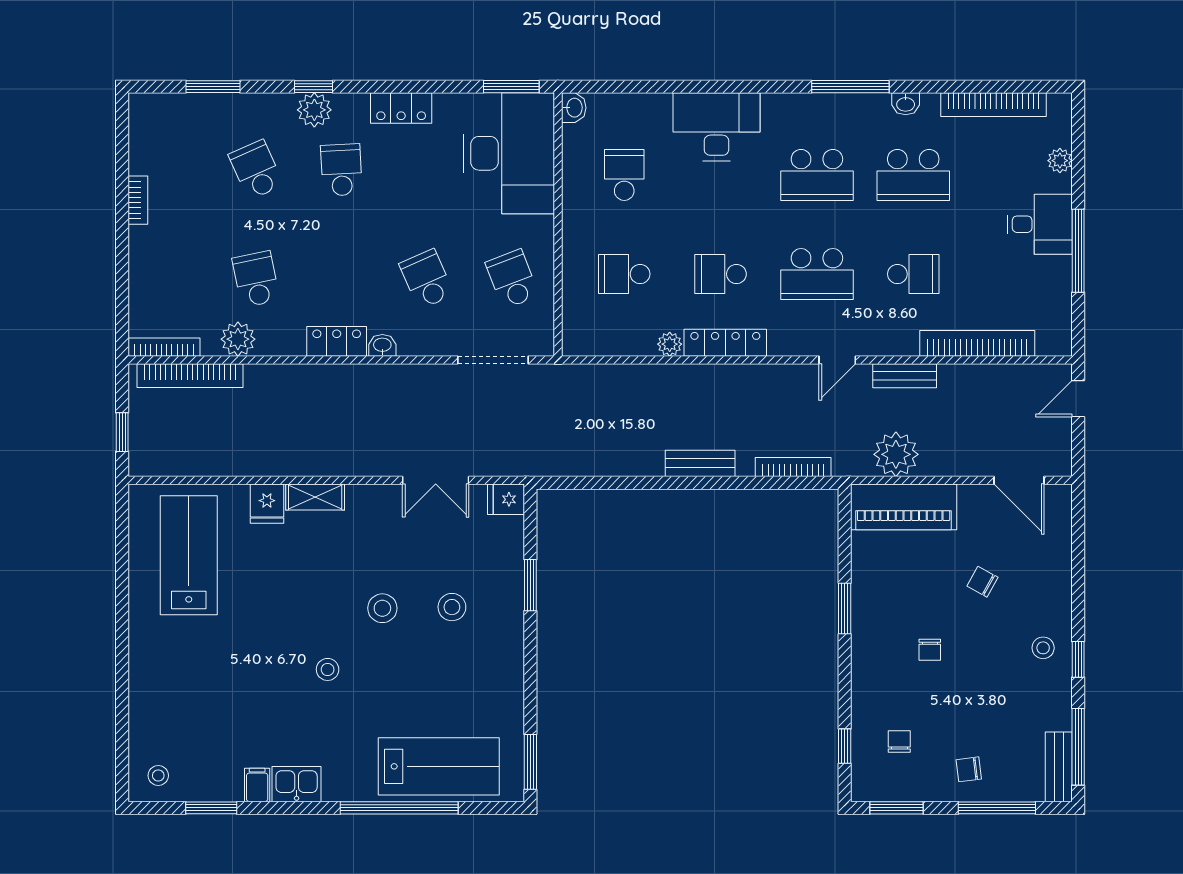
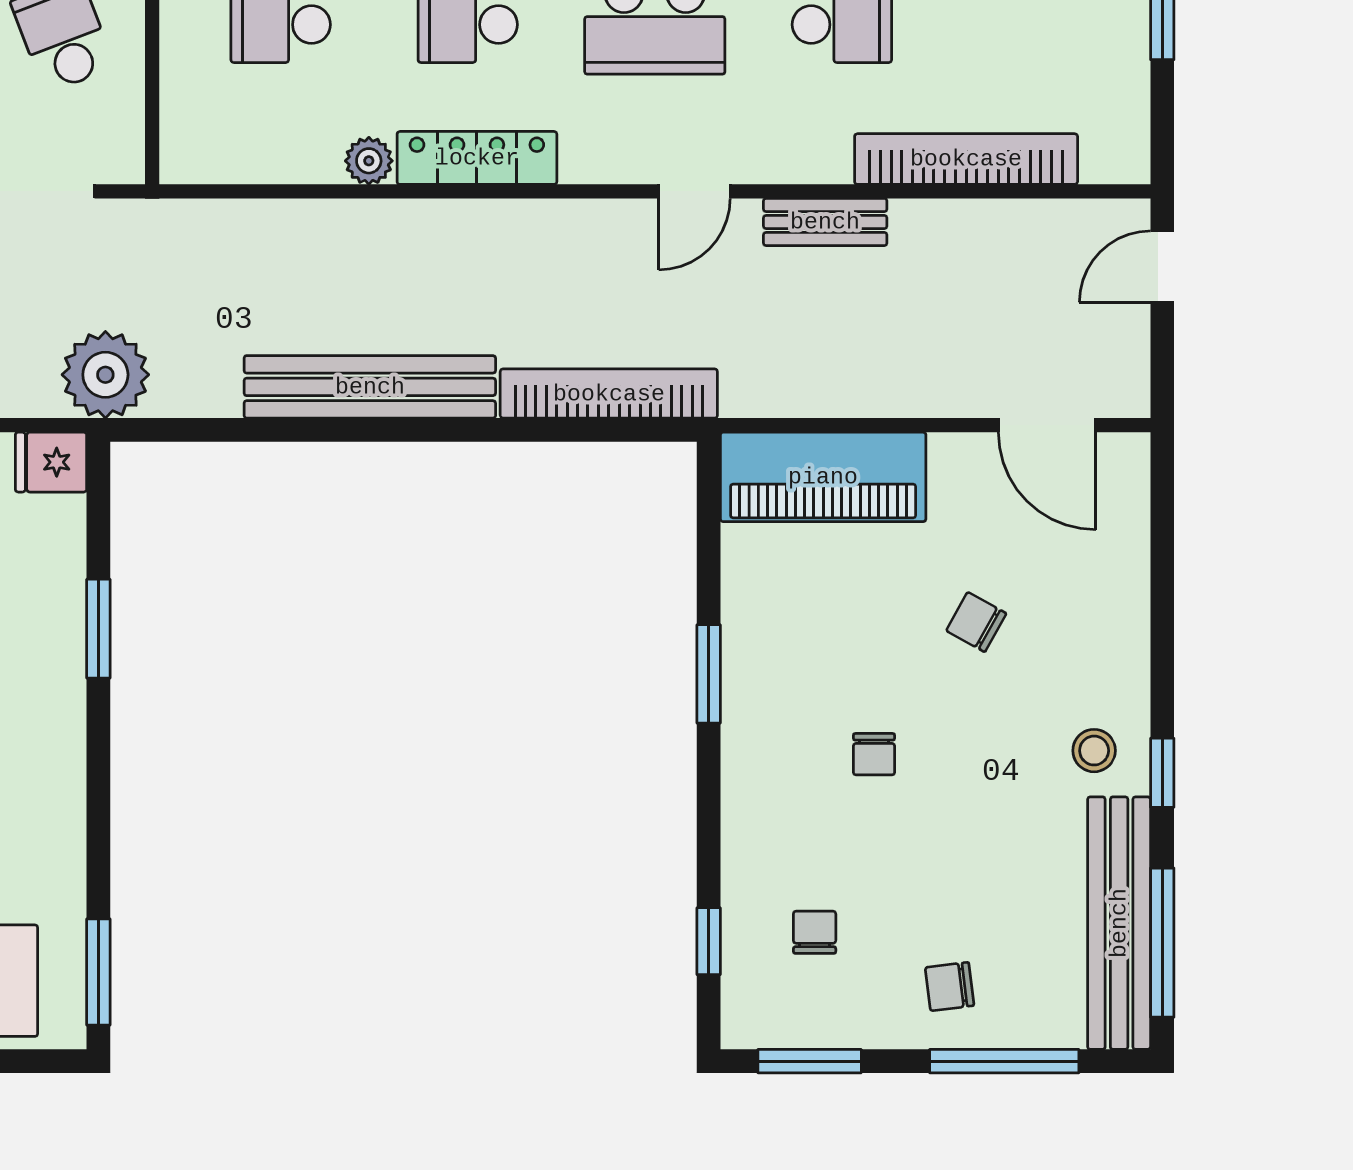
plant: (896, 454) -> (105, 375), moved
bench: (700, 463) -> (370, 387), width x1.86, depth x1.21
bookcase: (793, 467) -> (609, 394), width x1.48, depth x1.31
bench: (1059, 767) -> (1119, 923), width x1.86, depth x1.21

